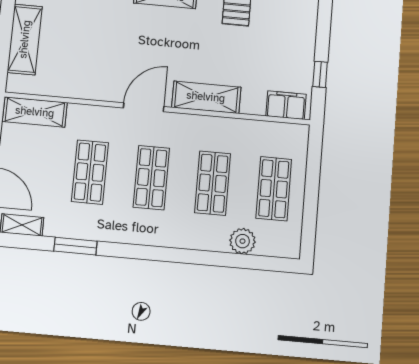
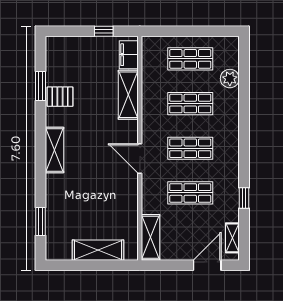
shelving: (206, 97) -> (128, 95), moved
window: (76, 246) -> (244, 198), width x0.67

